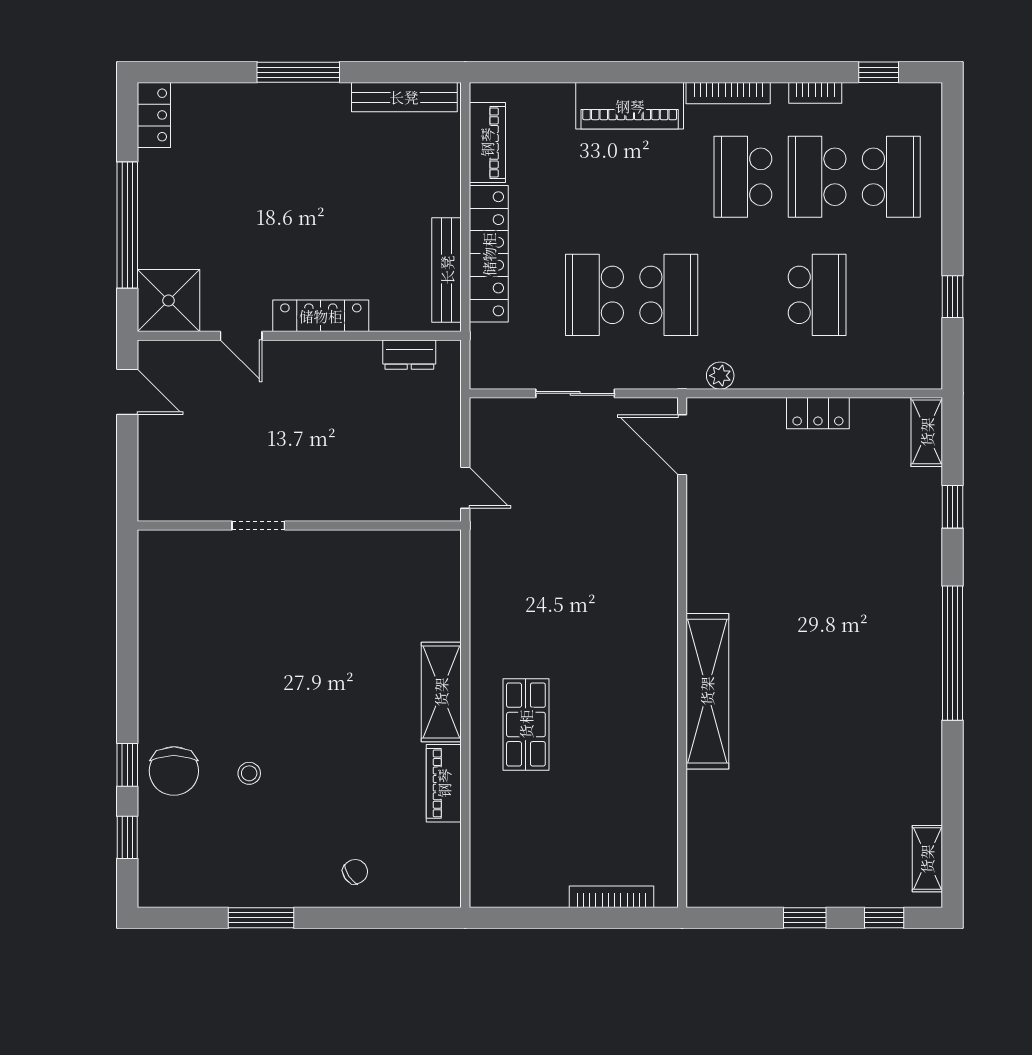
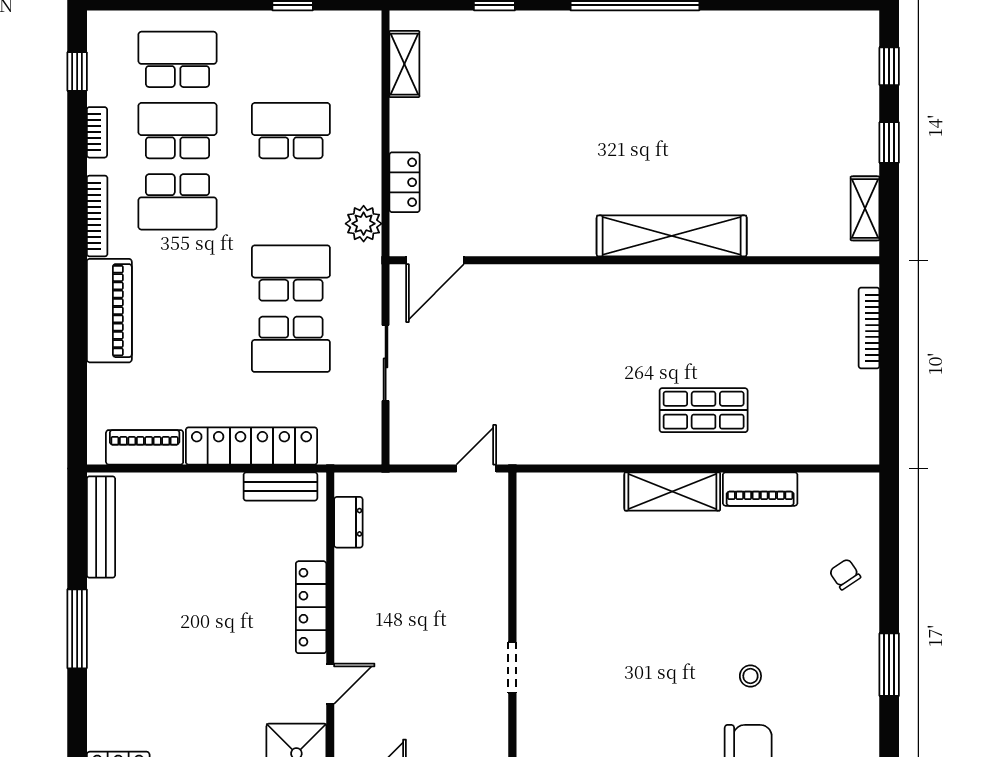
school desk: (817, 177) -> (178, 131), turned 180
bench: (447, 270) -> (280, 486), width x0.73
plant: (720, 376) -> (364, 224), width x1.38, depth x1.38
locker: (818, 413) -> (405, 182), moved
shelving: (927, 432) -> (404, 64), moved, turned 90
shelving: (927, 859) -> (865, 208), moved, turned 90

